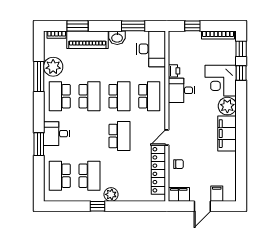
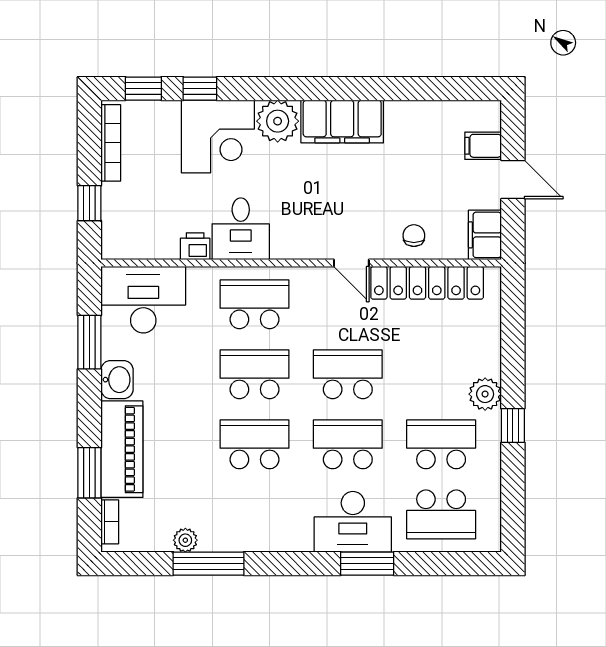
plant: (53, 67) -> (185, 540), width x0.53, depth x0.53
school desk: (60, 96) -> (348, 444), moved, turned 180
desk: (57, 134) -> (353, 522), width x1.37

